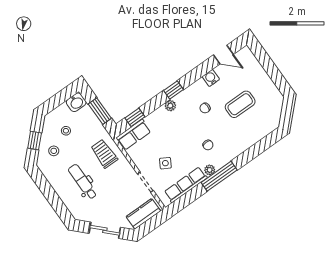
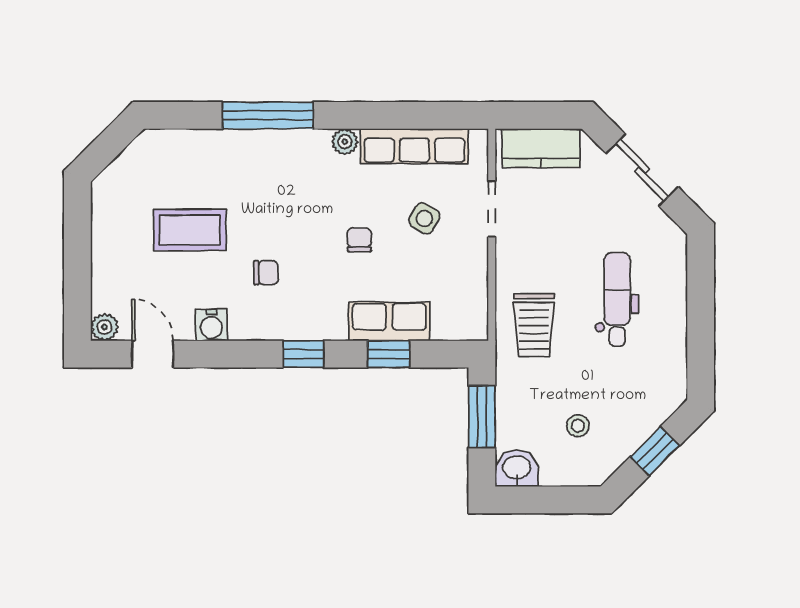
plant: (170, 106) -> (104, 327), moved
window: (135, 117) -> (389, 354), moved
row of seats: (133, 135) -> (389, 321), moved
chair: (208, 145) -> (359, 240), moved
stool: (54, 151) -> (631, 403), removed
window: (219, 176) -> (268, 115), moved
dental chair: (83, 182) -> (617, 299), turned 180

